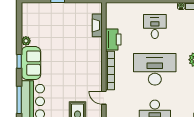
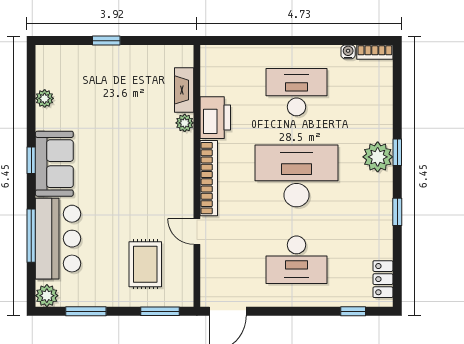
desk: (155, 26) -> (297, 92), width x1.37
plant: (26, 41) -> (45, 98), moved
plant: (98, 42) -> (185, 123), added

